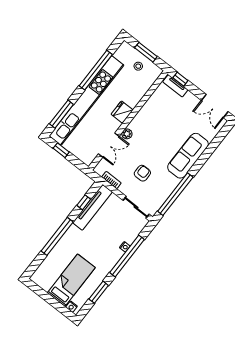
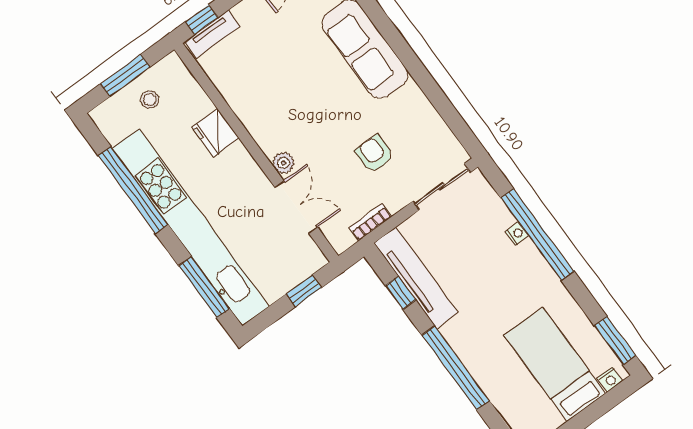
fridge: (122, 112) -> (215, 133), moved
window: (61, 150) -> (304, 291), moved
window: (175, 194) -> (437, 98), removed
window: (99, 292) -> (615, 340), moved

